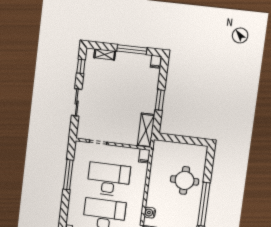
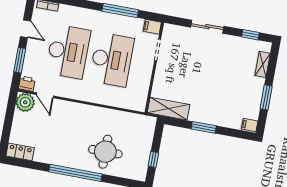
window: (132, 49) -> (266, 97), width x0.69
window: (189, 140) -> (153, 159), added
filing cabinet: (144, 156) -> (152, 27), moved
water cooler: (150, 213) -> (68, 107), removed

